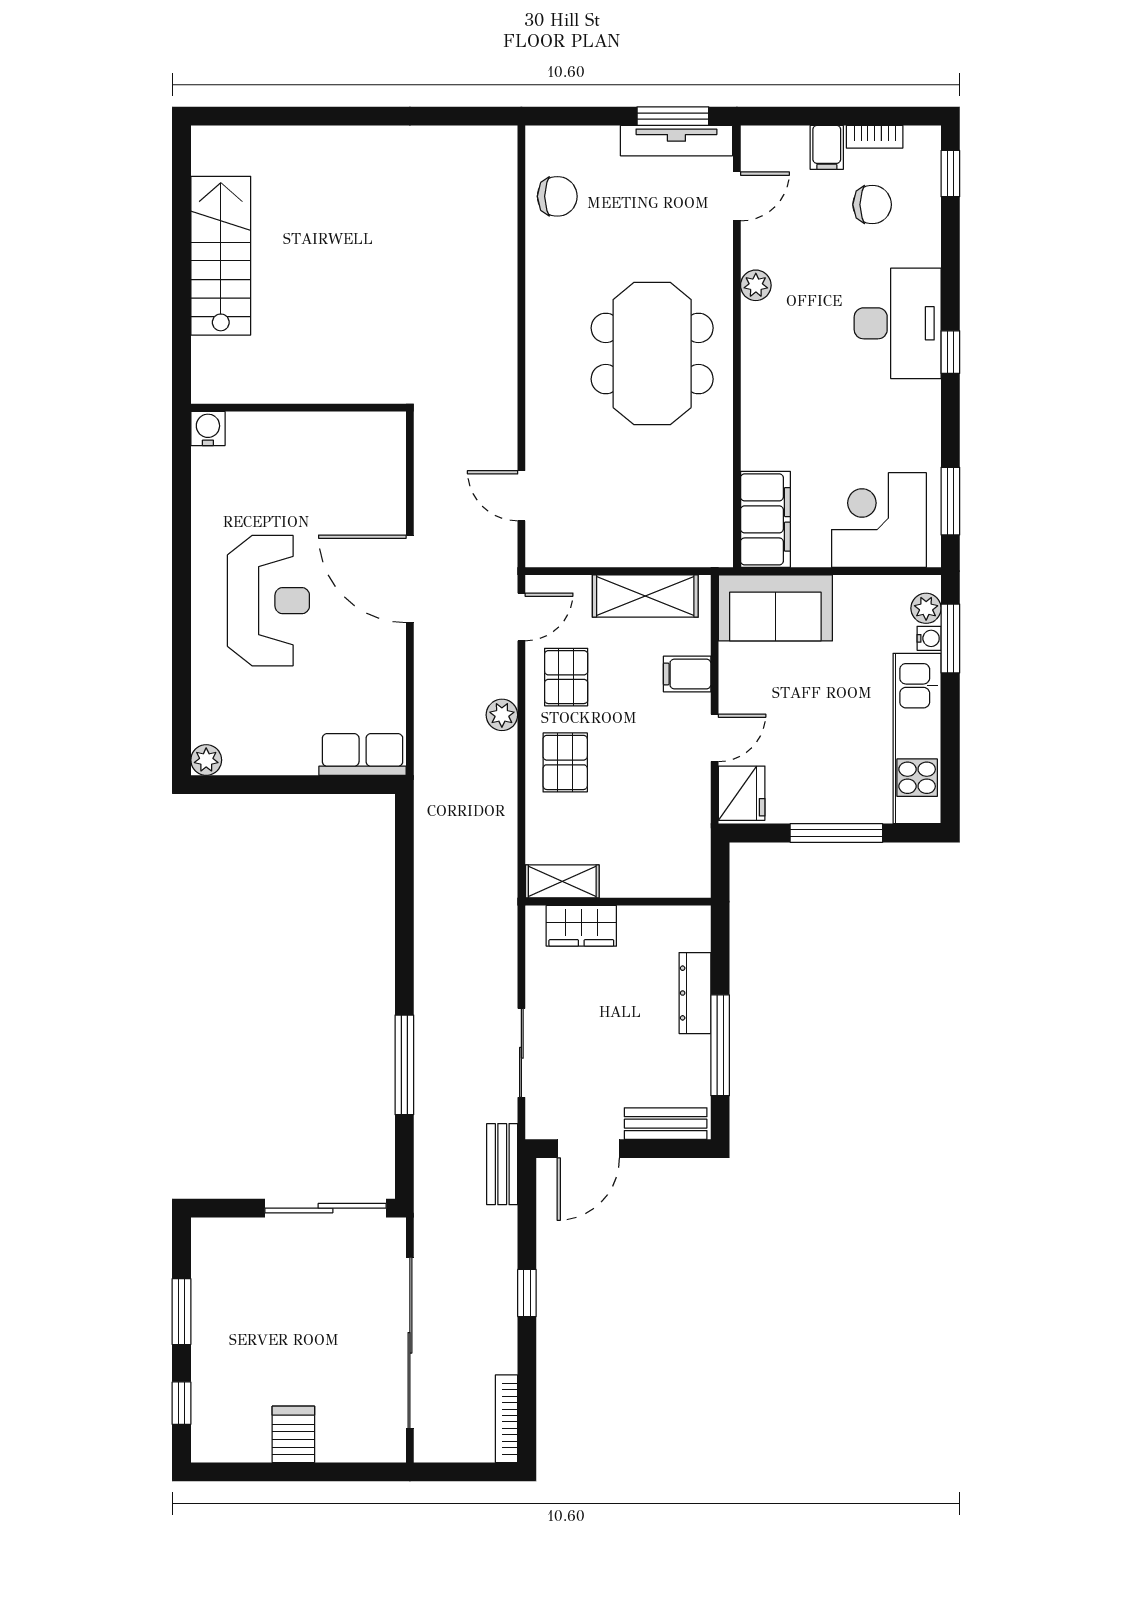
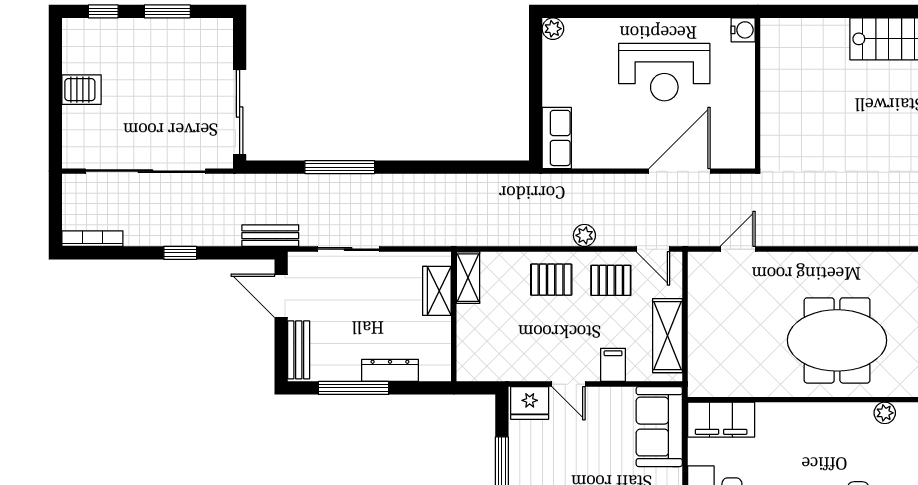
wall: (299, 408) -> (758, 93), moved
water cooler: (208, 429) -> (743, 30), moved

